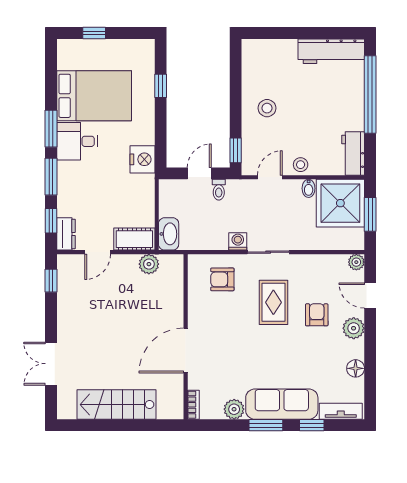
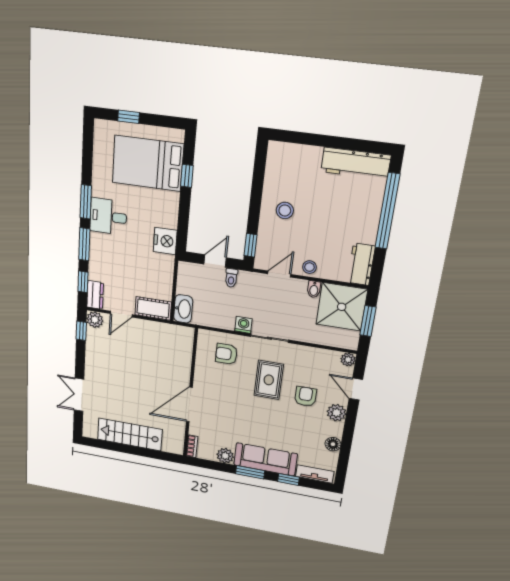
bed: (94, 96) -> (148, 163), moved, turned 180
plant: (149, 264) -> (95, 320), moved

